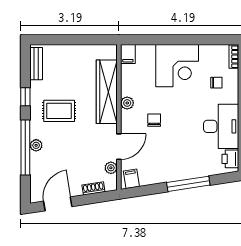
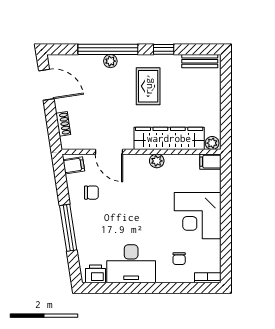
chair: (154, 120) -> (91, 193), moved
plant: (111, 168) -> (212, 143), moved

